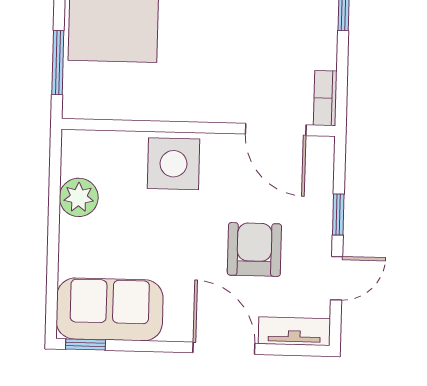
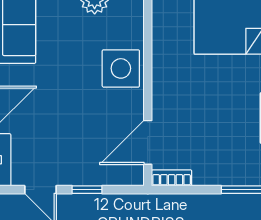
armchair: (254, 249) -> (60, 129), removed

